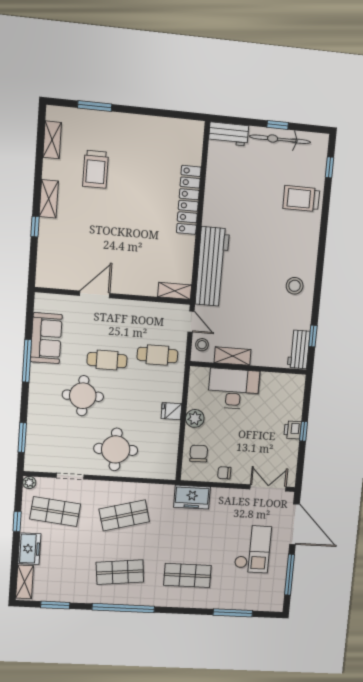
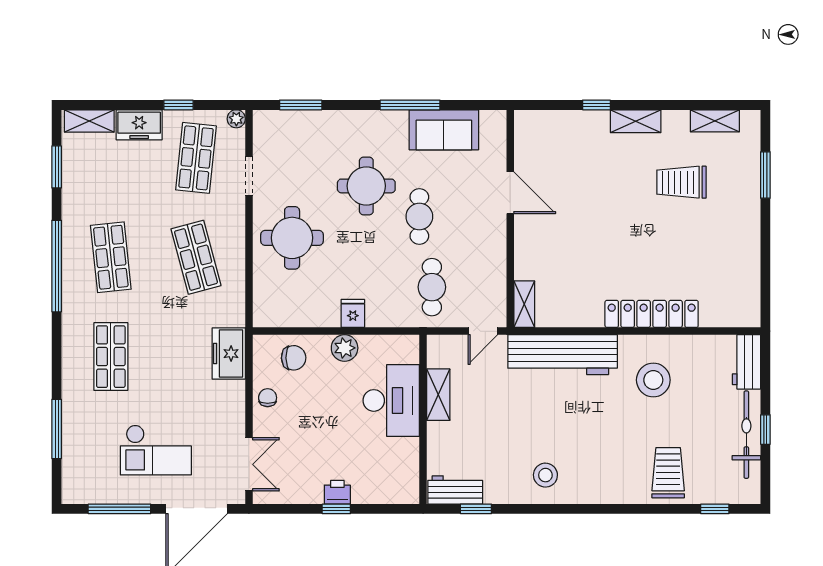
stool: (202, 345) -> (653, 380), moved, width x1.89, depth x1.89

